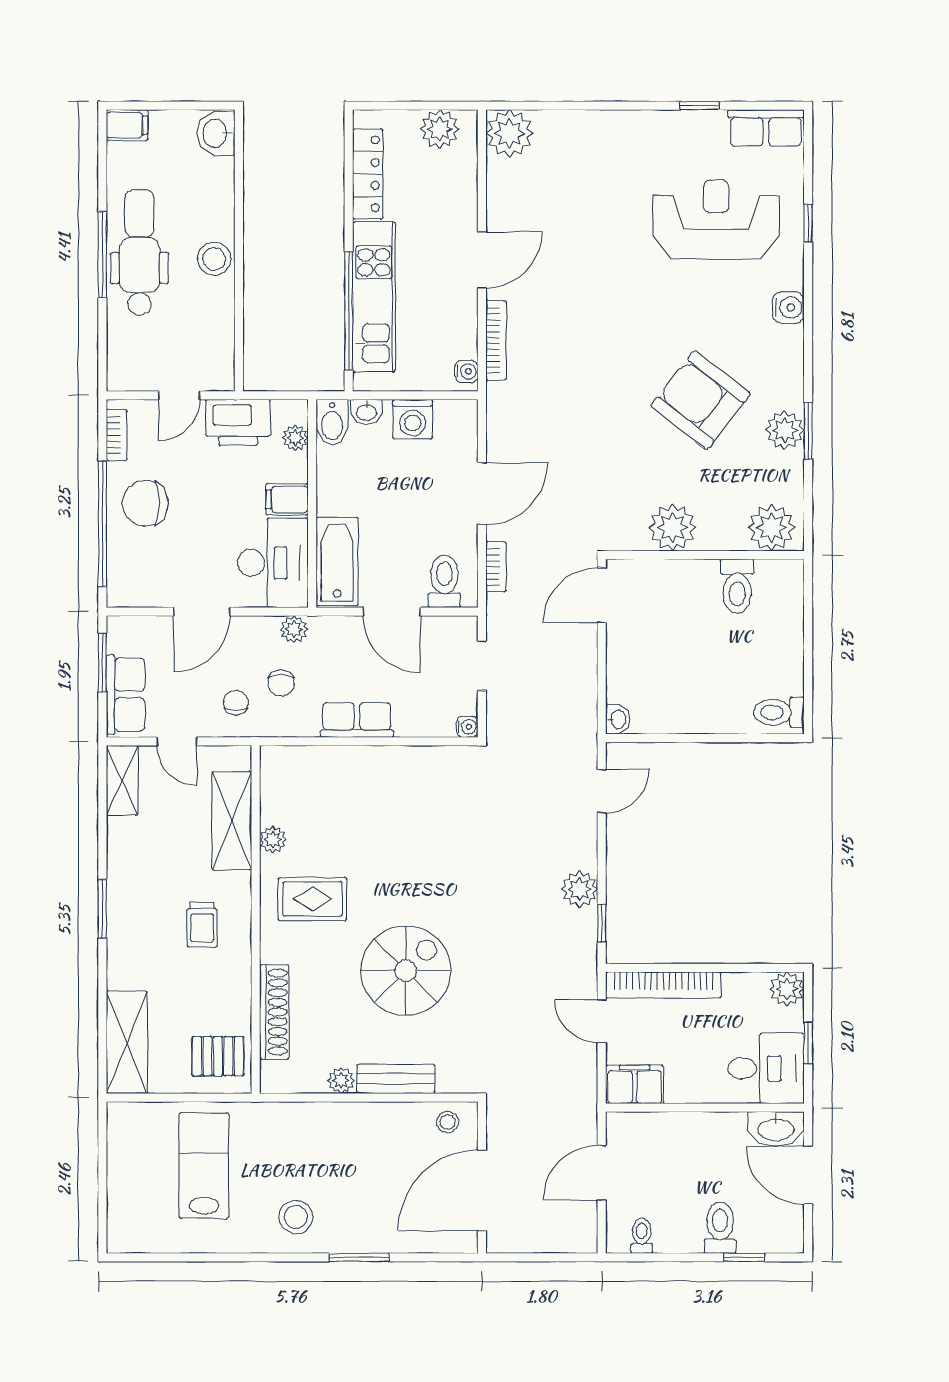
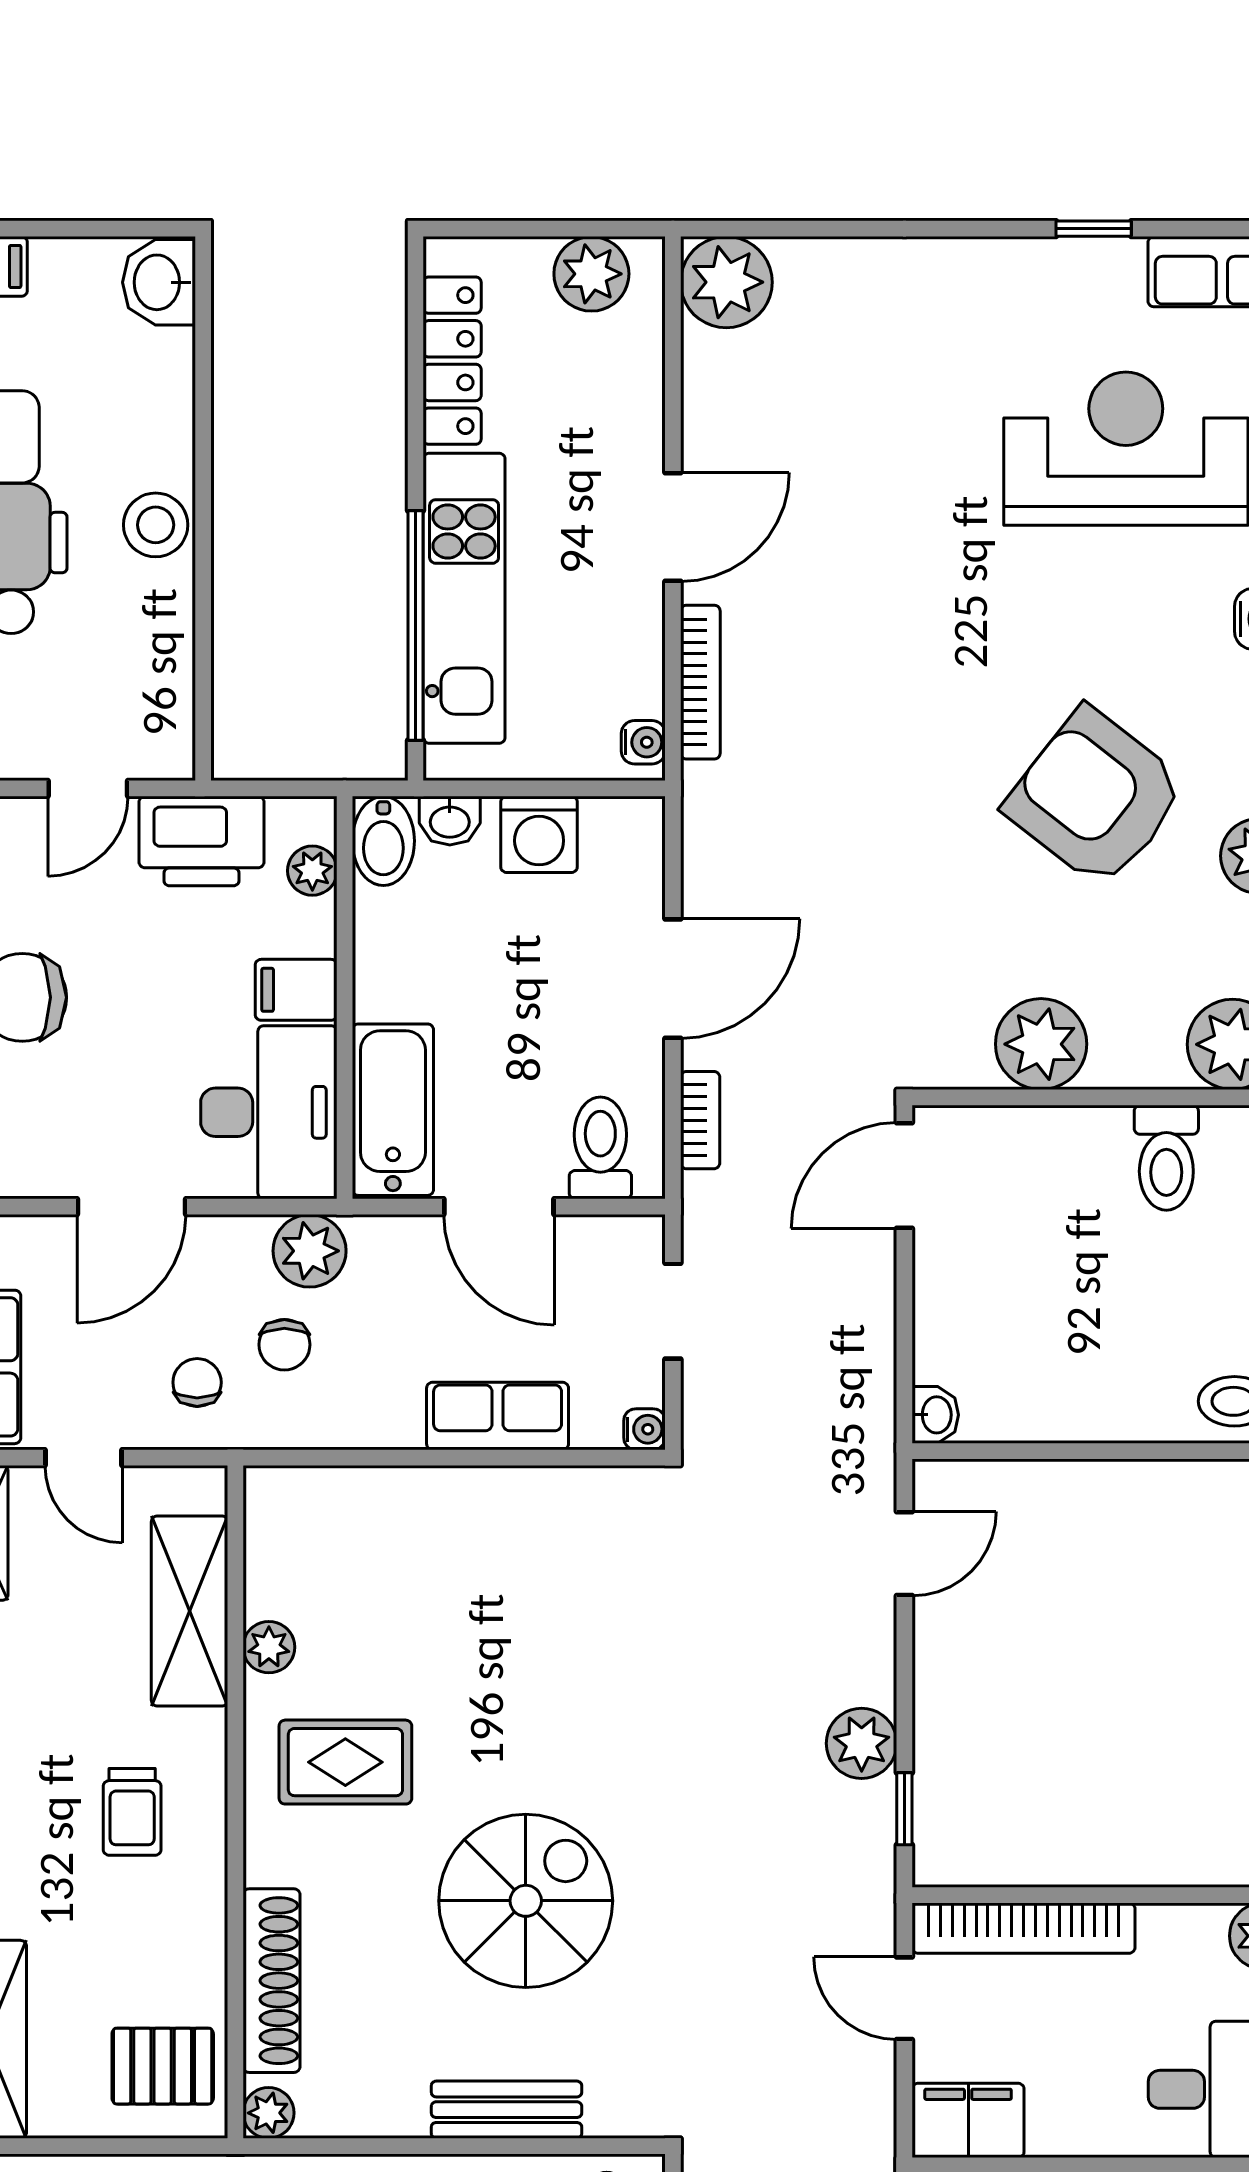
plant: (294, 629) -> (310, 1251), width x1.38, depth x1.38
row of seats: (357, 720) -> (498, 1416), moved
plant: (341, 1080) -> (269, 2113), moved

